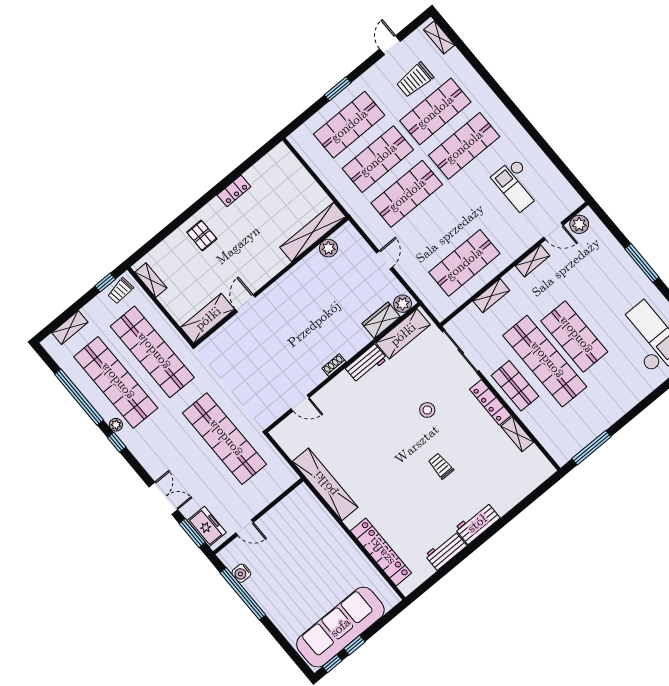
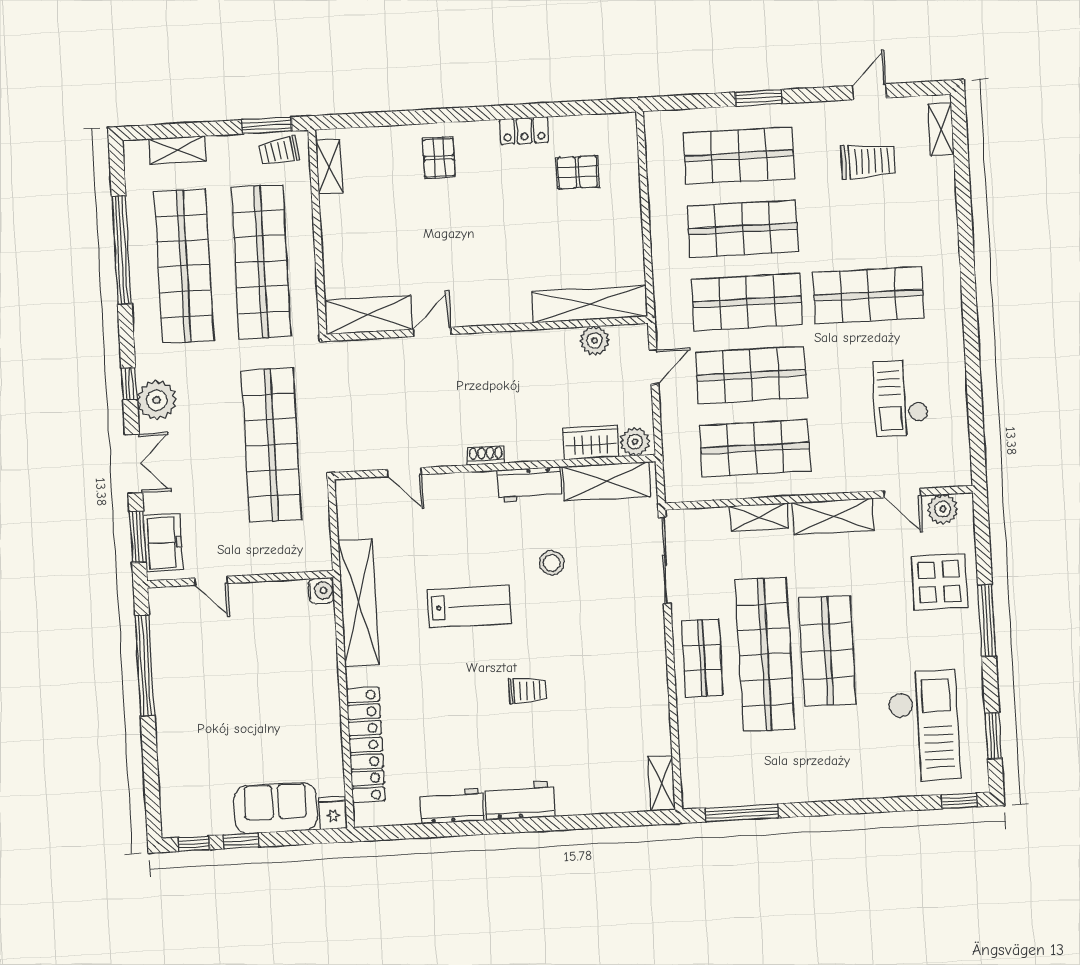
trolley: (415, 80) -> (868, 161), turned 180
shop shelf: (435, 111) -> (751, 375), moved
pallet: (276, 192) -> (578, 172), added
shelving: (313, 232) -> (590, 304), moved
plant: (328, 248) -> (594, 341), moved
shelving: (533, 261) -> (833, 516), width x1.50, depth x1.33
display table: (604, 261) -> (939, 582), added
wall: (271, 282) -> (487, 329), moved
window: (105, 283) -> (267, 125), width x1.50
door: (245, 303) -> (432, 332), moved
shelving: (208, 318) -> (368, 315), moved
locker: (490, 402) -> (654, 656), removed
stool: (427, 410) -> (552, 563), moved
plant: (116, 425) -> (157, 400), moved, width x1.88, depth x1.88
shelving: (517, 434) -> (661, 783), moved
window: (117, 442) -> (129, 384), moved
lab bench: (381, 446) -> (469, 606), added
trolley: (441, 466) -> (528, 691), turned 90
water cooler: (241, 573) -> (321, 591), moved, turned 180
fridge: (390, 598) -> (333, 813), added
sofa: (340, 627) -> (276, 808), width x0.54, depth x0.79

